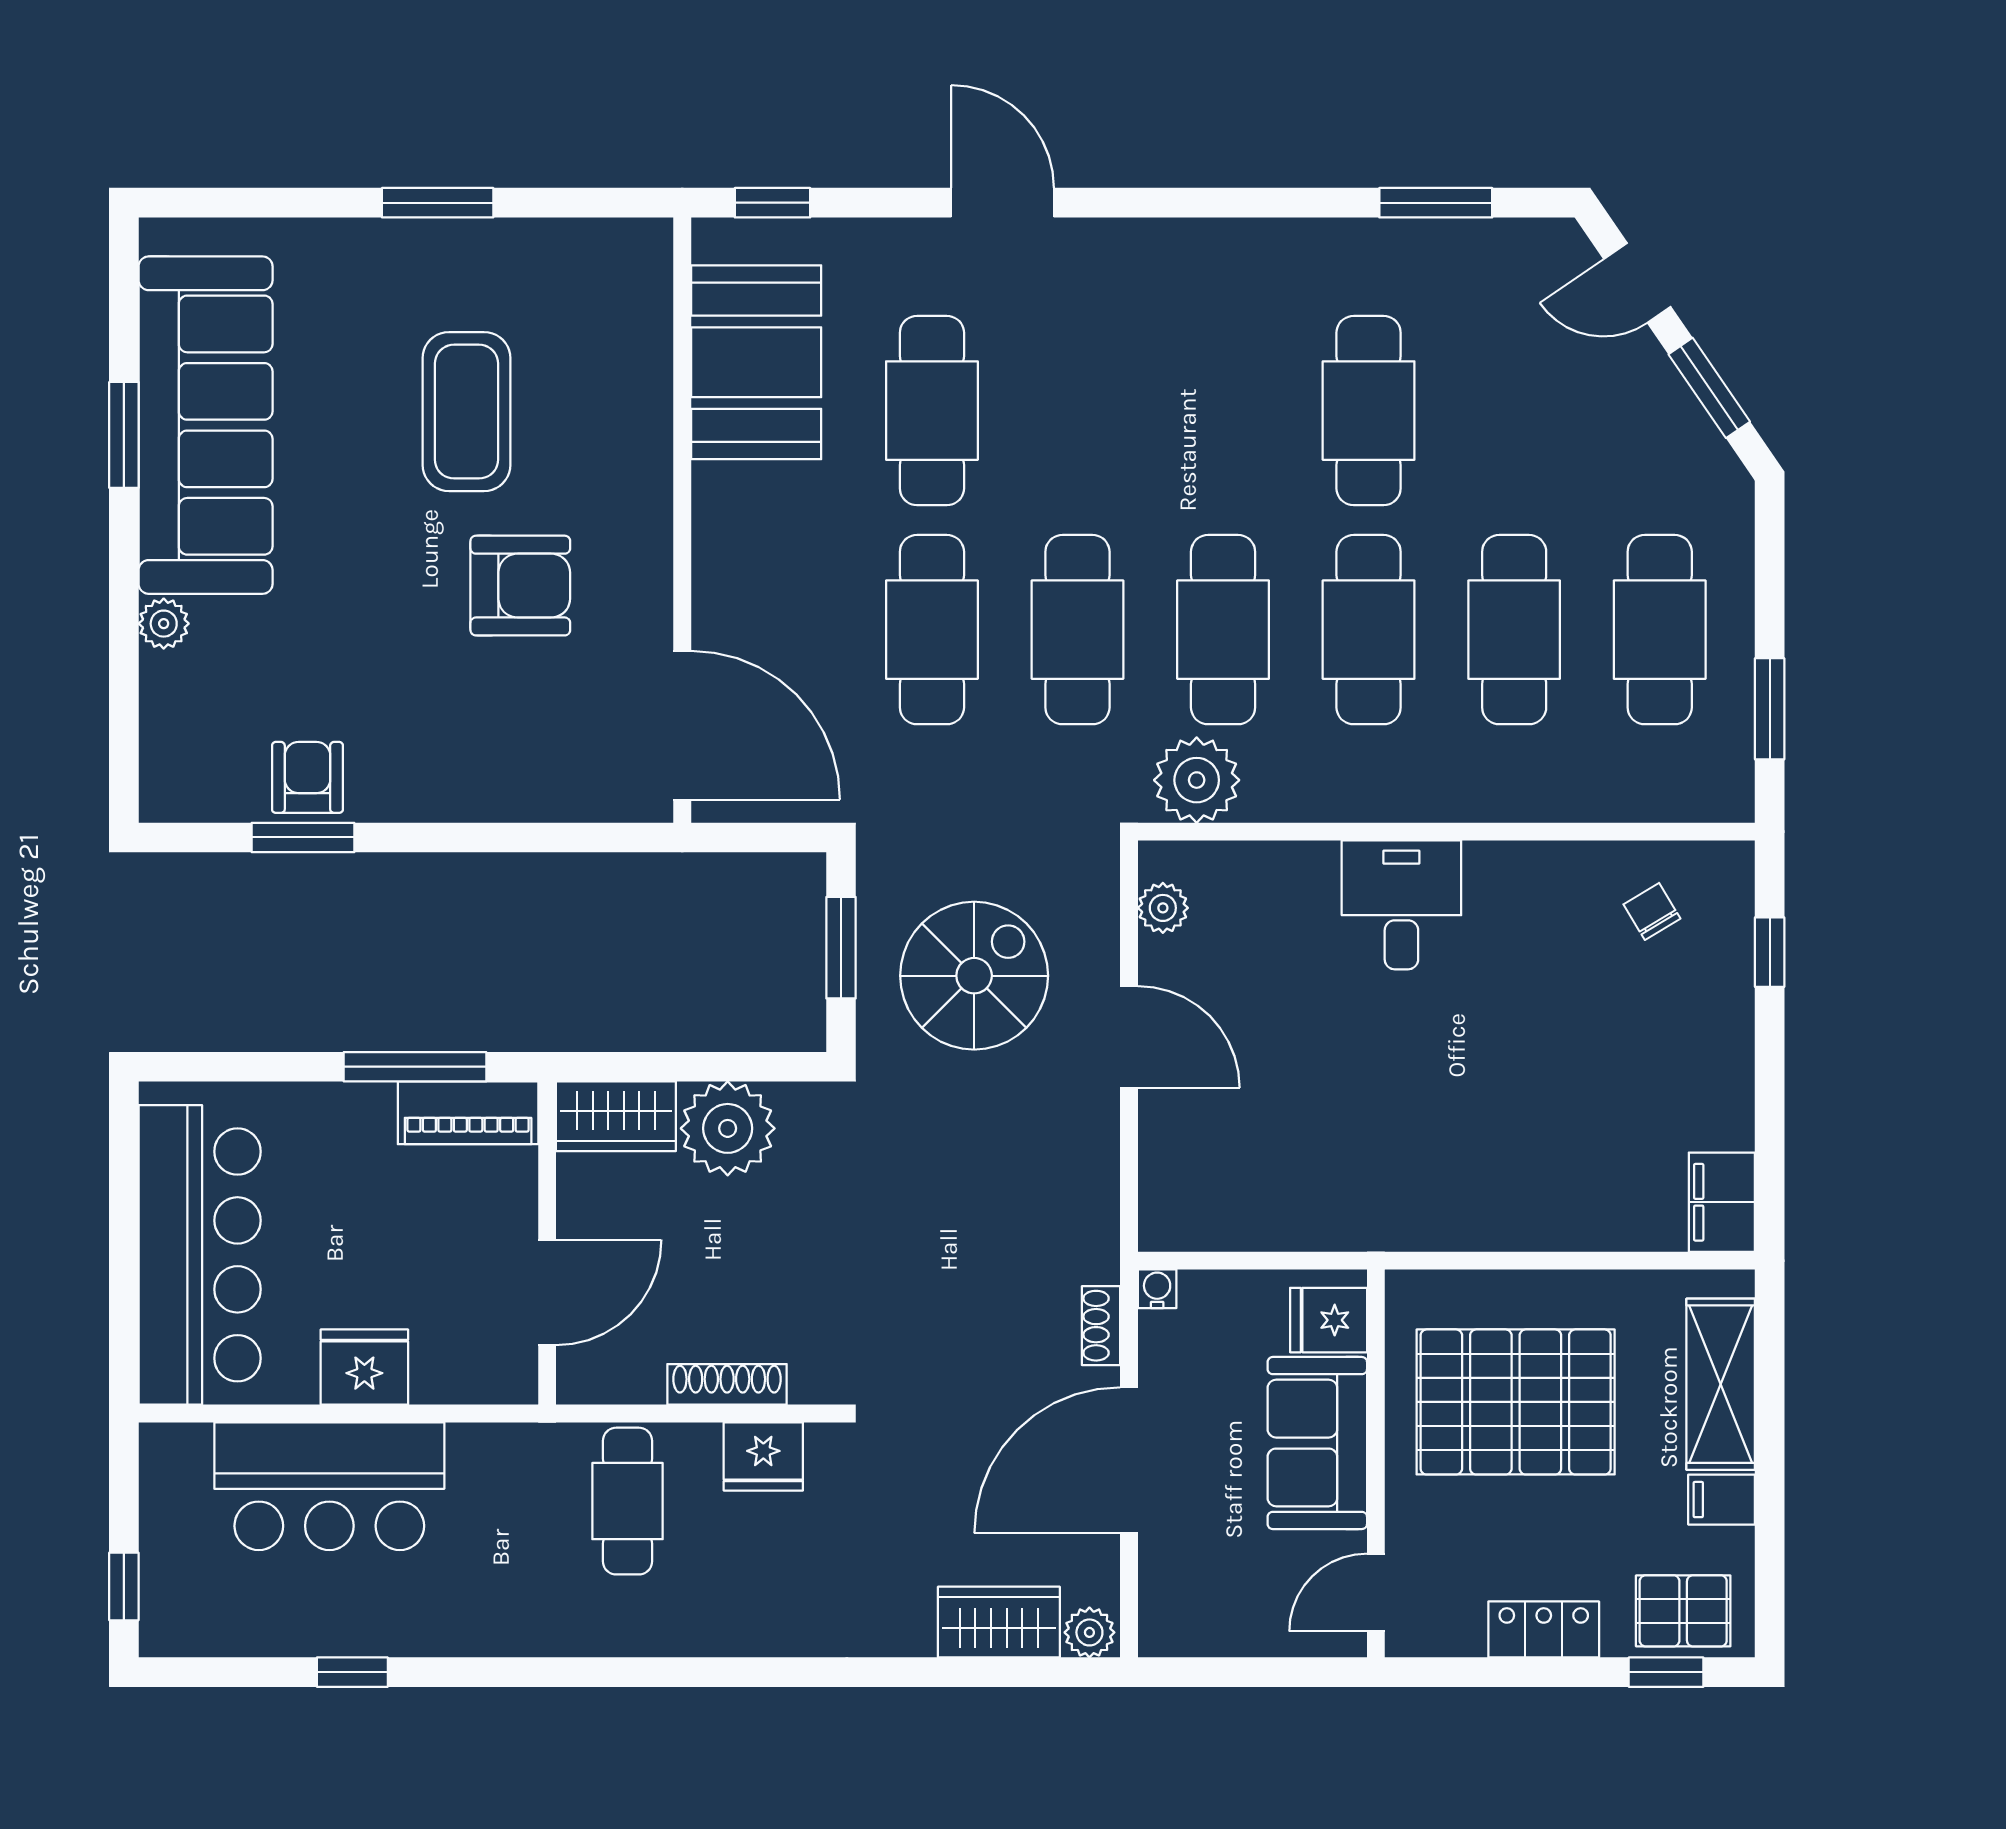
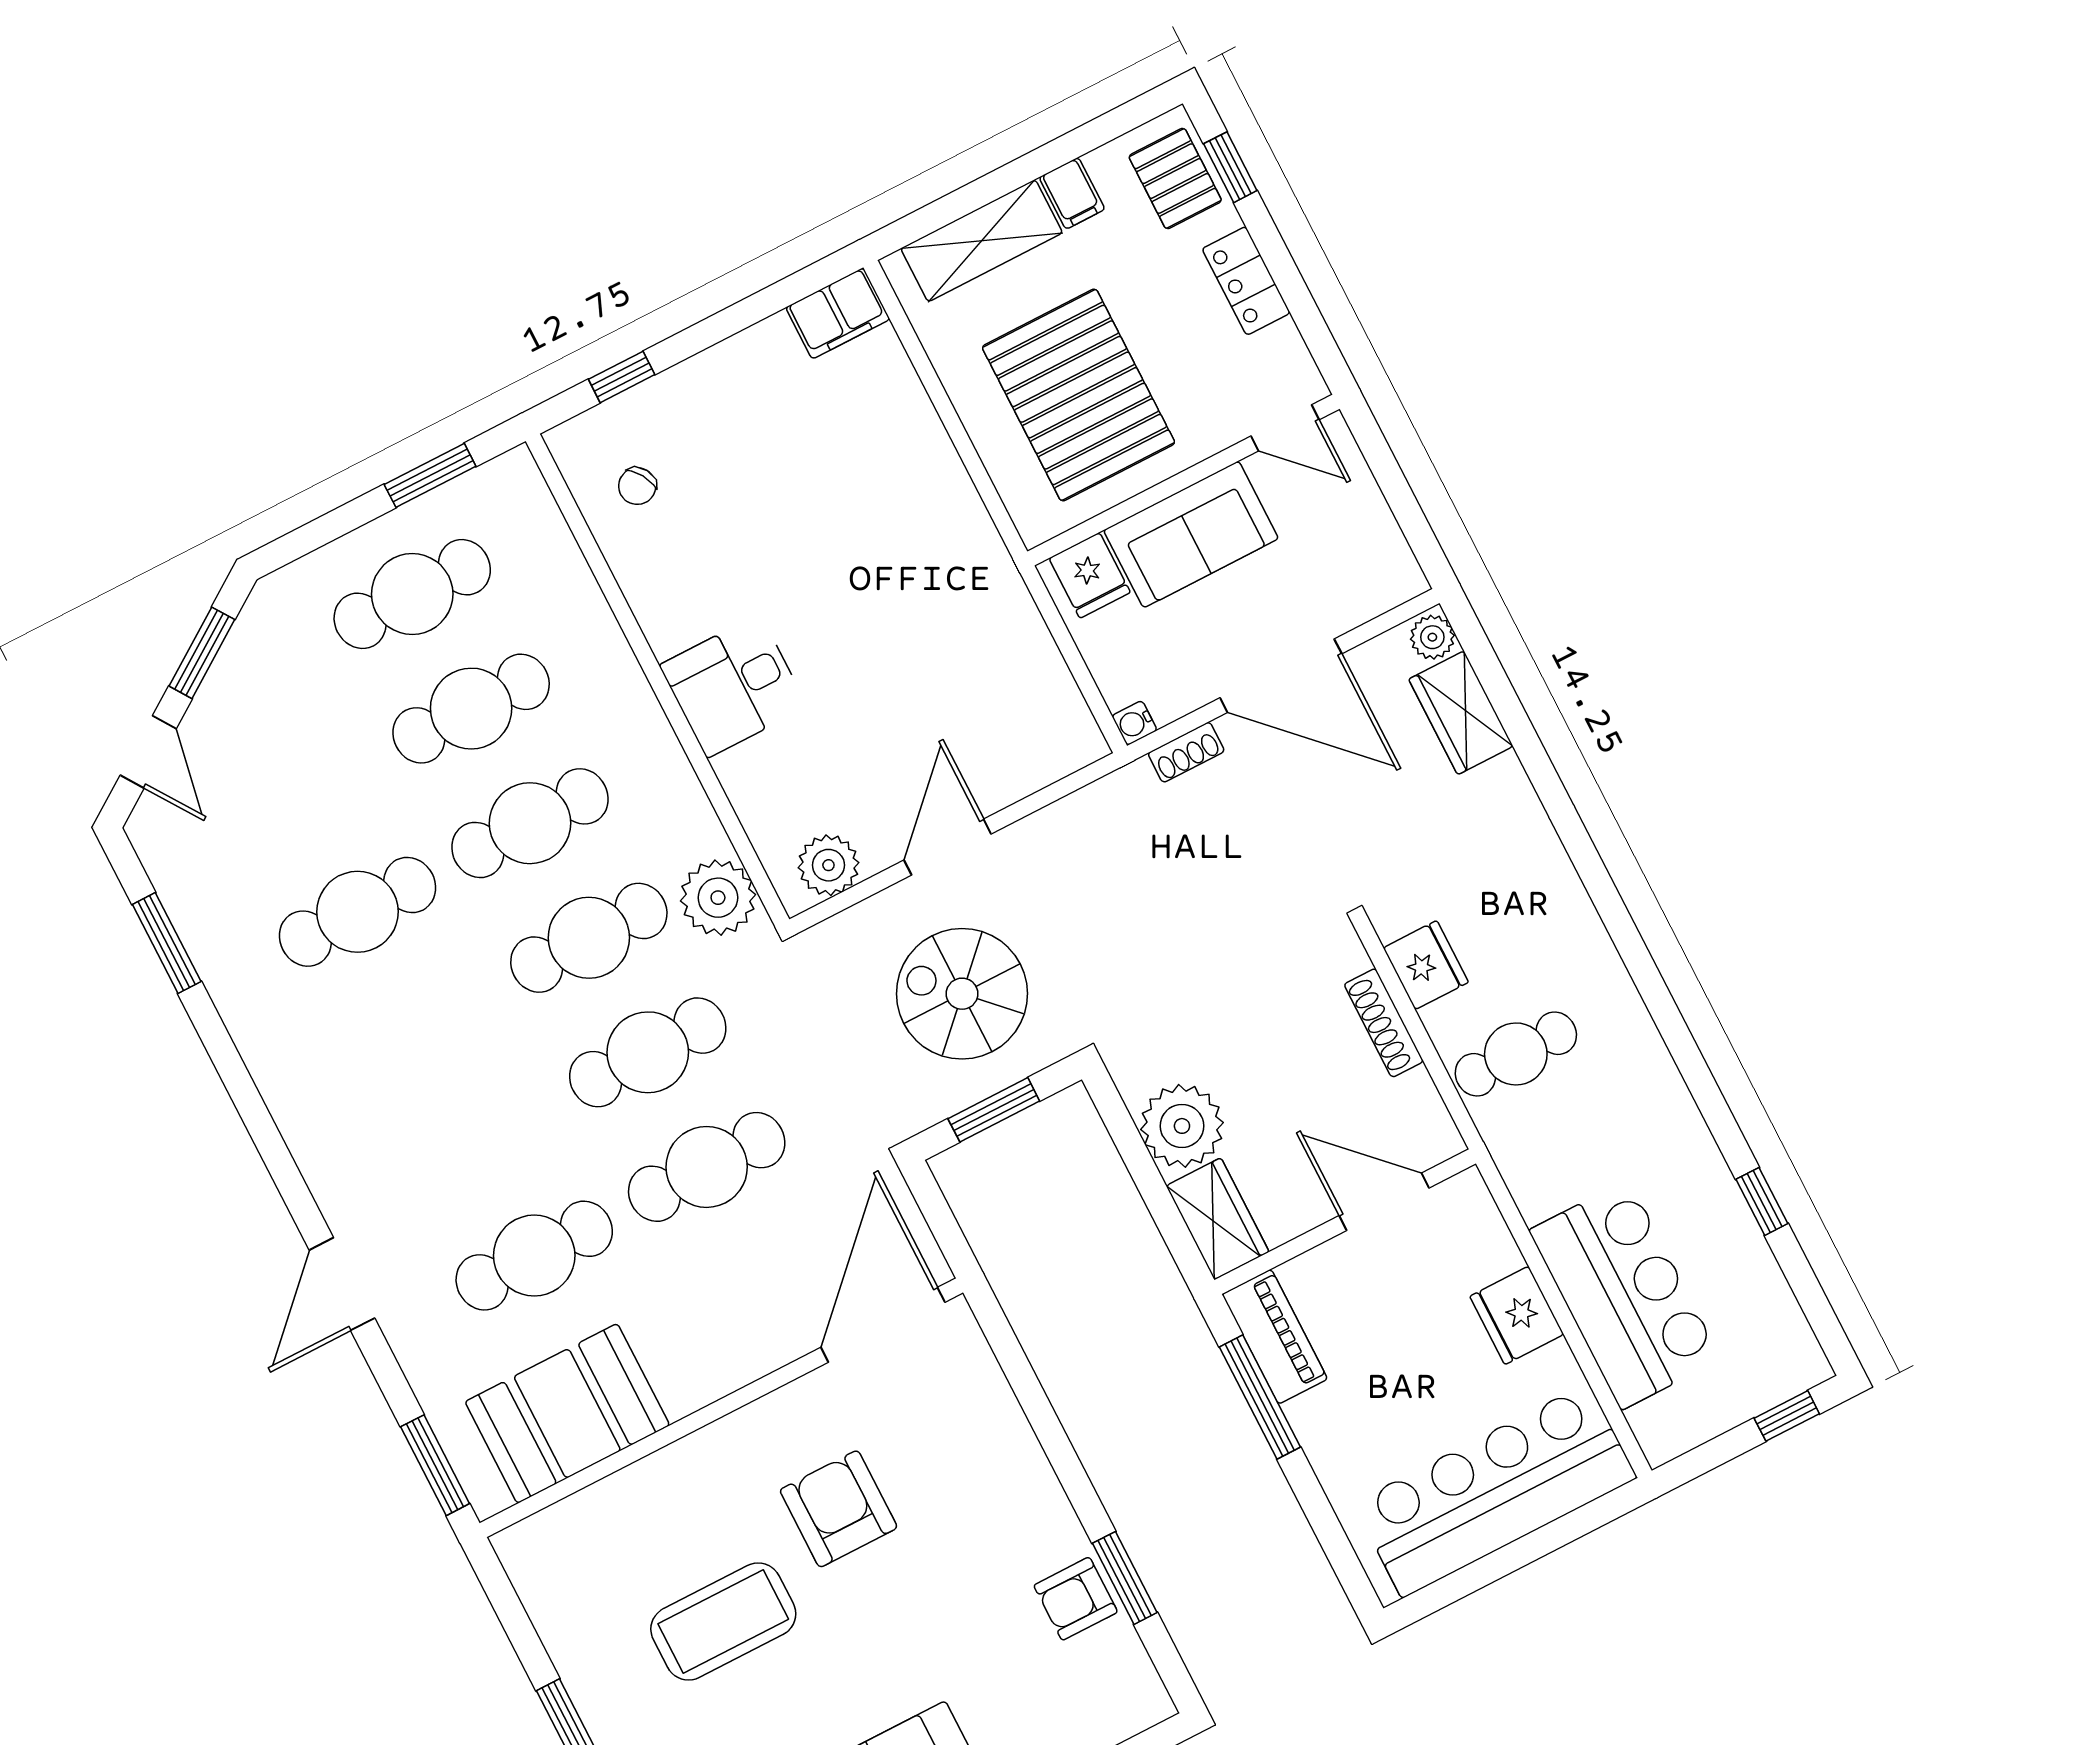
window: (772, 203) -> (435, 1465), width x1.50
plant: (1163, 908) -> (828, 865), width x1.38, depth x1.38

